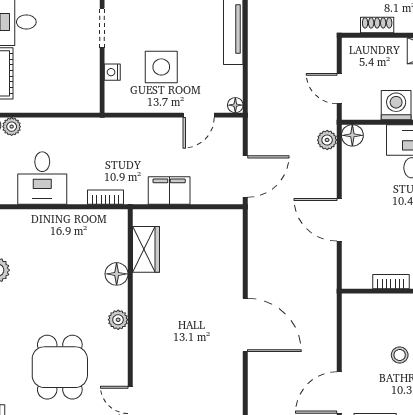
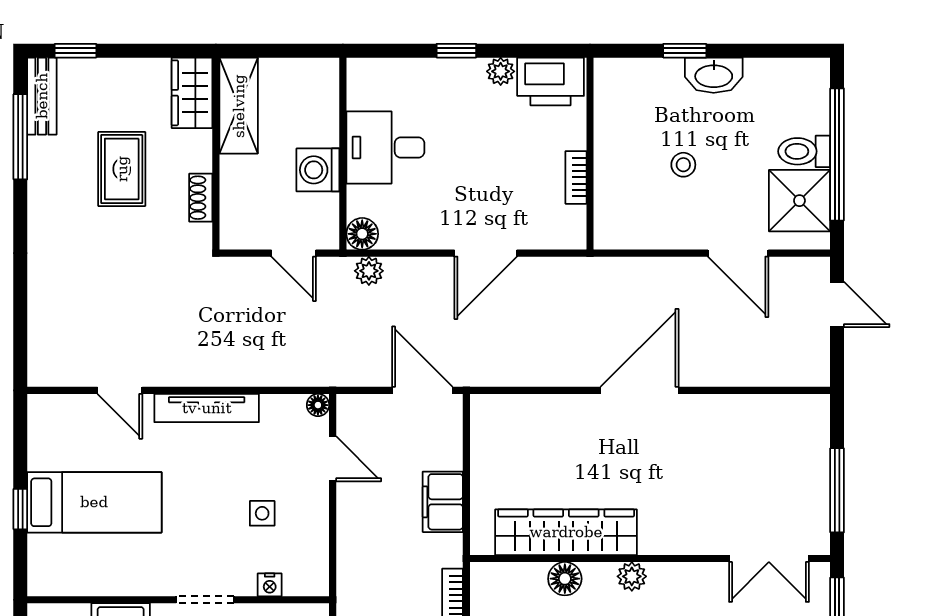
side table: (161, 67) -> (262, 513), width x0.54, depth x0.54
door: (339, 89) -> (294, 253), hinge flipped
wardrobe: (146, 249) -> (566, 532), width x2.10, depth x1.17

